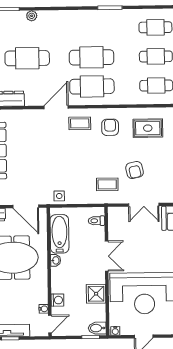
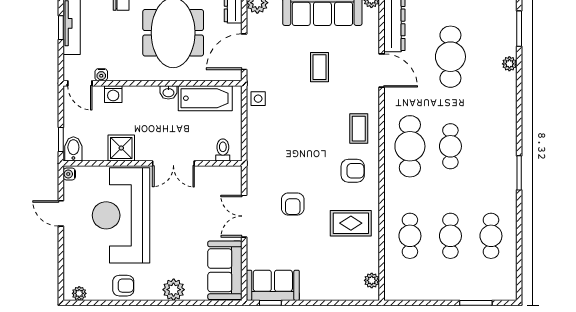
cafe table: (92, 57) -> (450, 146), width x0.73, depth x0.74
door: (56, 107) -> (382, 71), moved
rug: (148, 128) -> (351, 223), turned 90
armchair: (135, 170) -> (293, 204), turned -78
coffee table: (107, 184) -> (320, 67), moved

